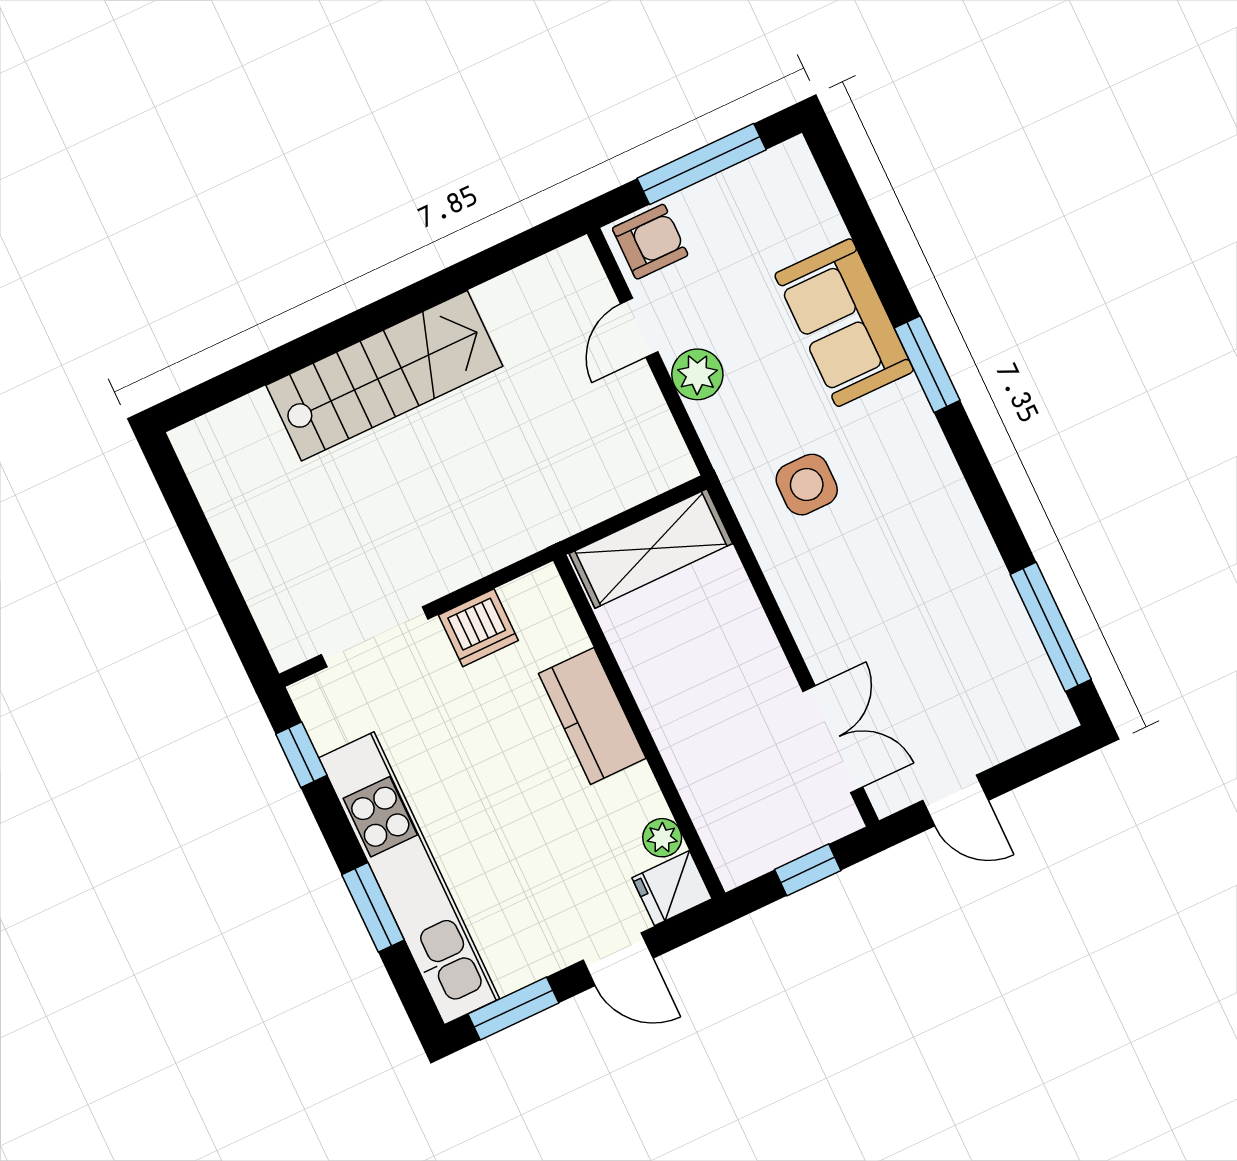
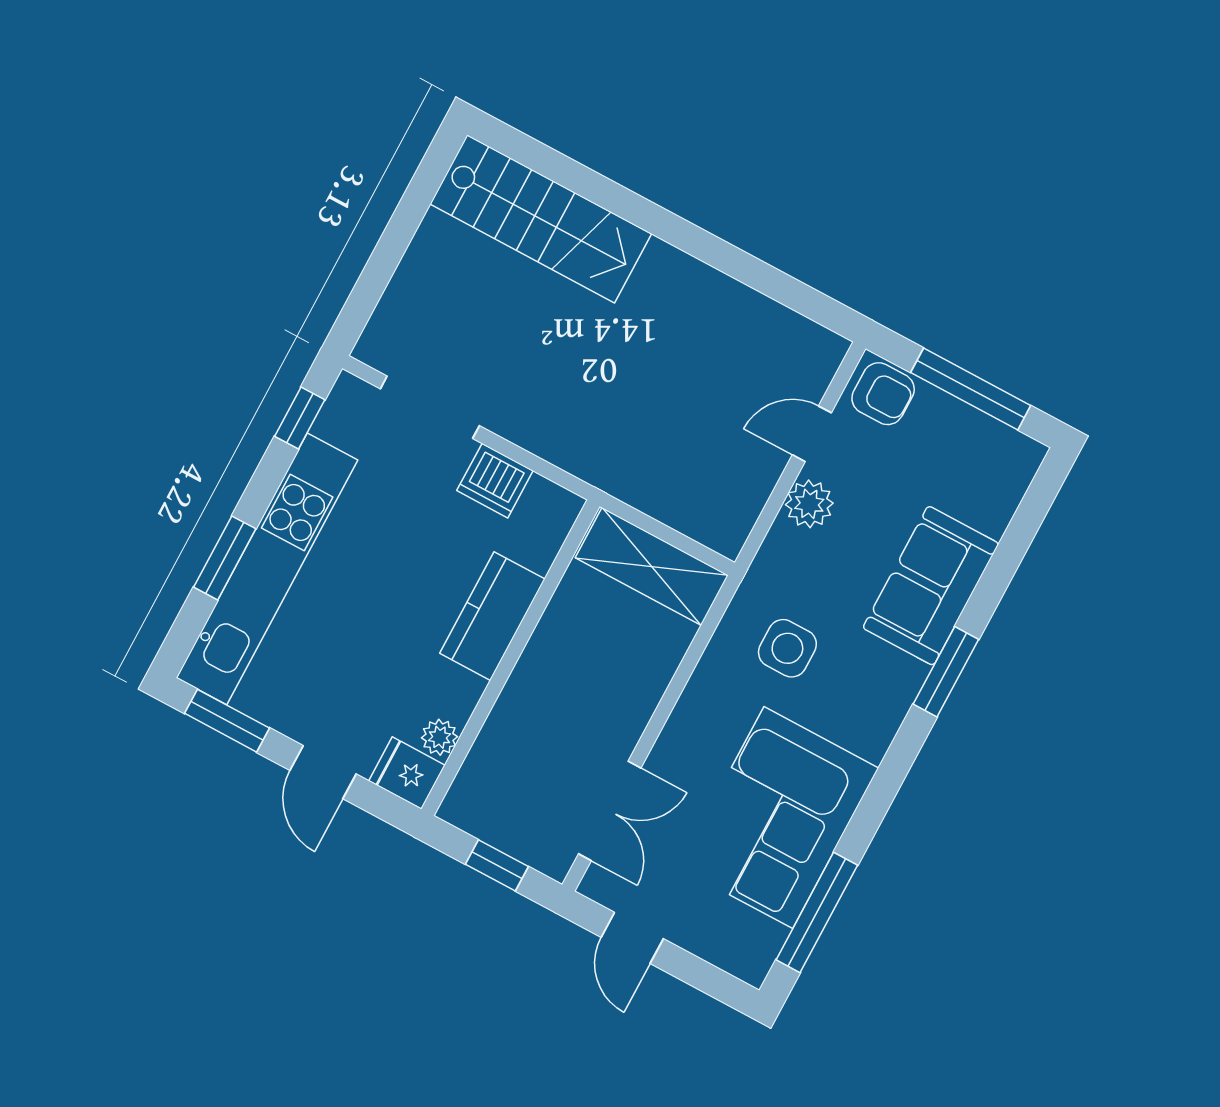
stairs: (384, 376) -> (541, 219), moved
corner sofa: (945, 600) -> (778, 818), added

